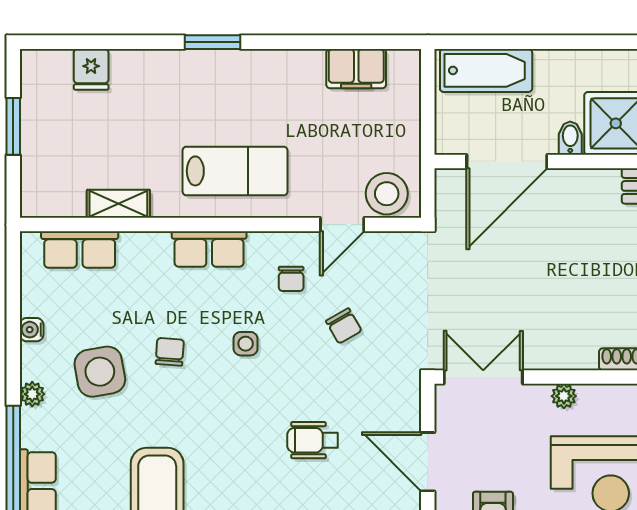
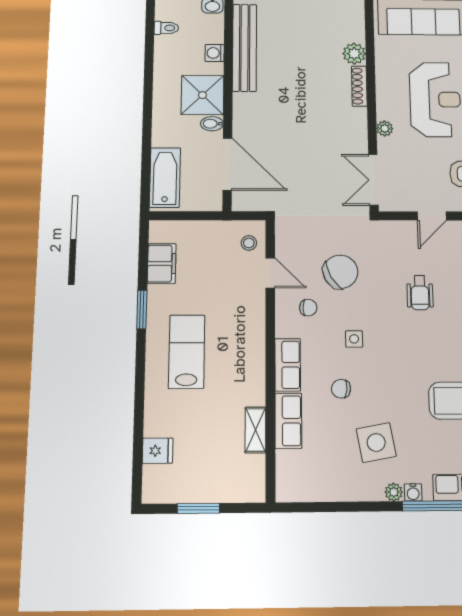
window: (212, 42) -> (142, 310), moved
lab bench: (235, 171) -> (187, 352), moved
stool: (387, 194) -> (249, 243), width x0.53, depth x0.53
row of seats: (80, 250) -> (288, 421), moved
chair: (344, 326) -> (340, 272), width x1.87, depth x1.87
water cooler: (32, 330) -> (413, 492), moved
chair: (170, 352) -> (341, 389), moved
door: (428, 462) -> (432, 216), width x0.73

